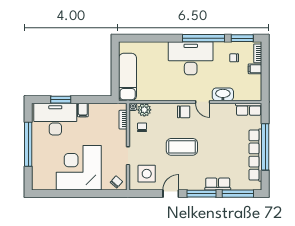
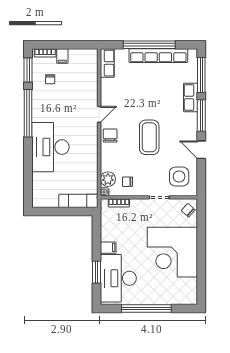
desk: (191, 58) -> (50, 147), moved
exam couch: (128, 77) -> (78, 201), width x0.73, depth x0.69
washbasin: (223, 94) -> (91, 92), removed

